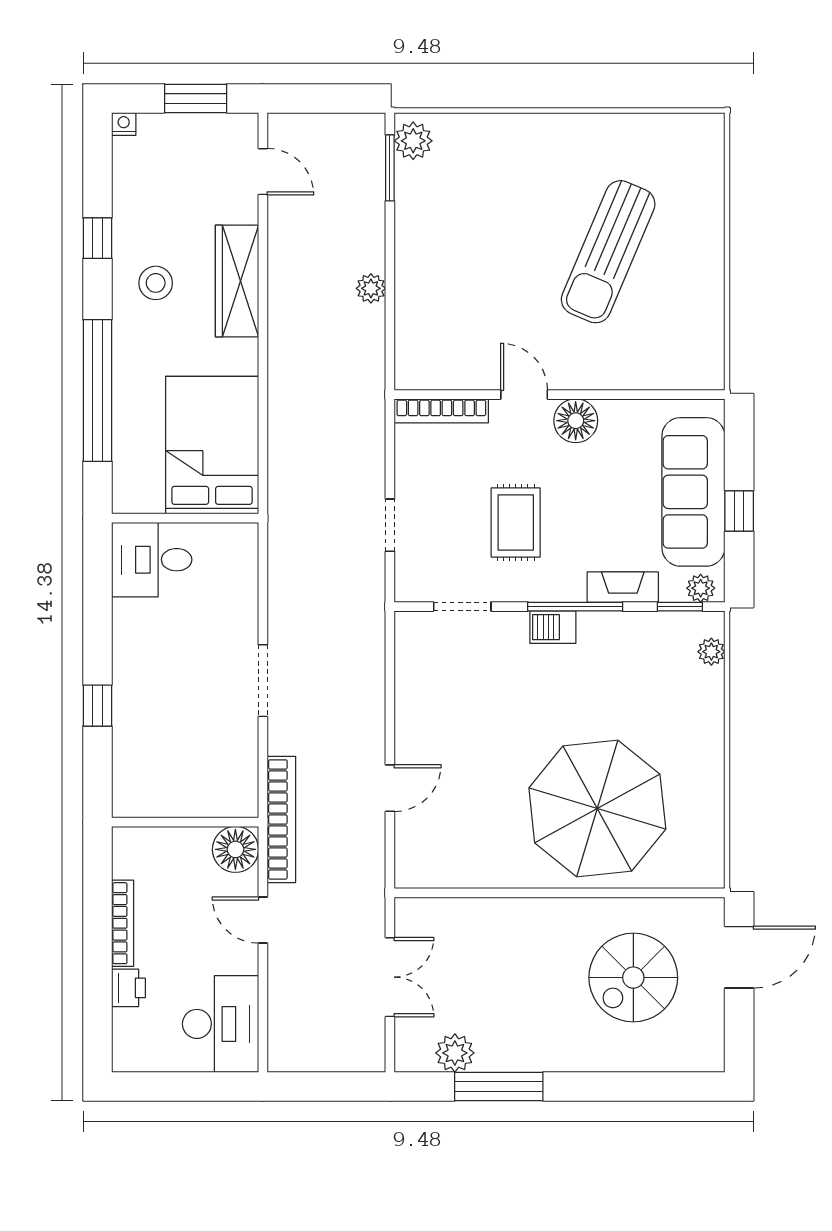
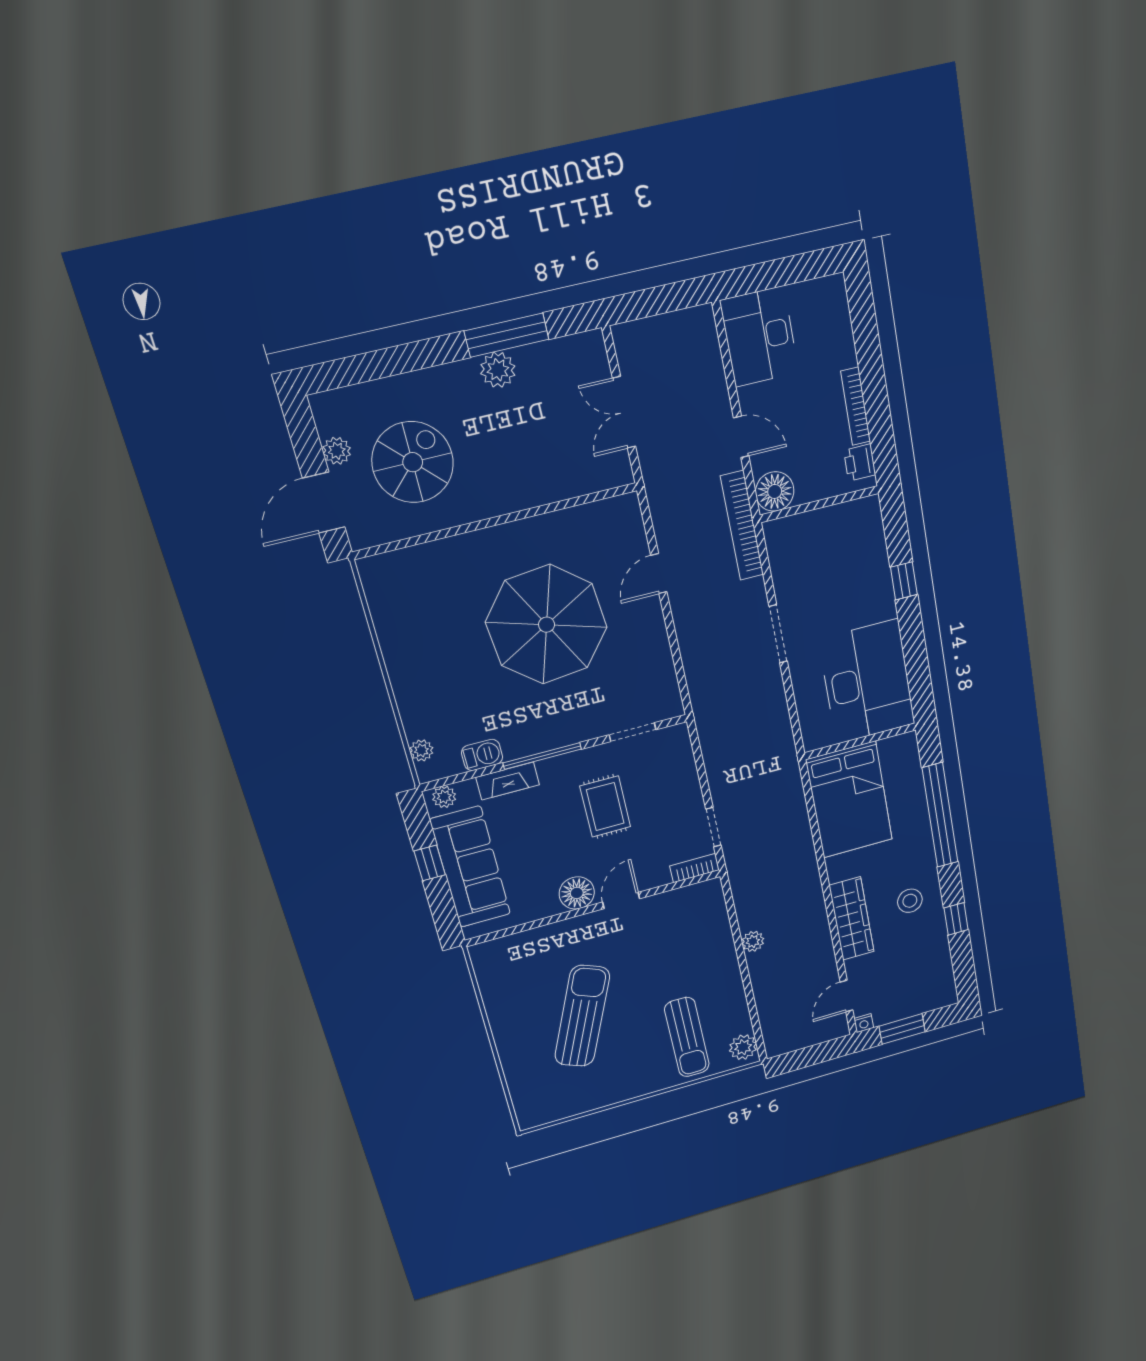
nightstand: (124, 124) -> (864, 1023), moved
window: (390, 168) -> (756, 1025), removed
door: (263, 172) -> (846, 996), hinge flipped
sun lounger: (483, 179) -> (687, 1037), added
door: (524, 395) -> (621, 900), swing flipped
bookcase: (441, 411) -> (695, 868), width x0.64
doorway: (390, 525) -> (713, 827), moved
desk: (152, 560) -> (867, 682), width x1.87, depth x1.30
window: (680, 607) -> (457, 778), removed
barbecue: (553, 627) -> (482, 755), moved
parasol: (597, 809) -> (547, 625), moved
printer: (128, 988) -> (860, 462), moved
plant: (710, 1008) -> (337, 451), added
plant: (455, 1053) -> (498, 370), moved

